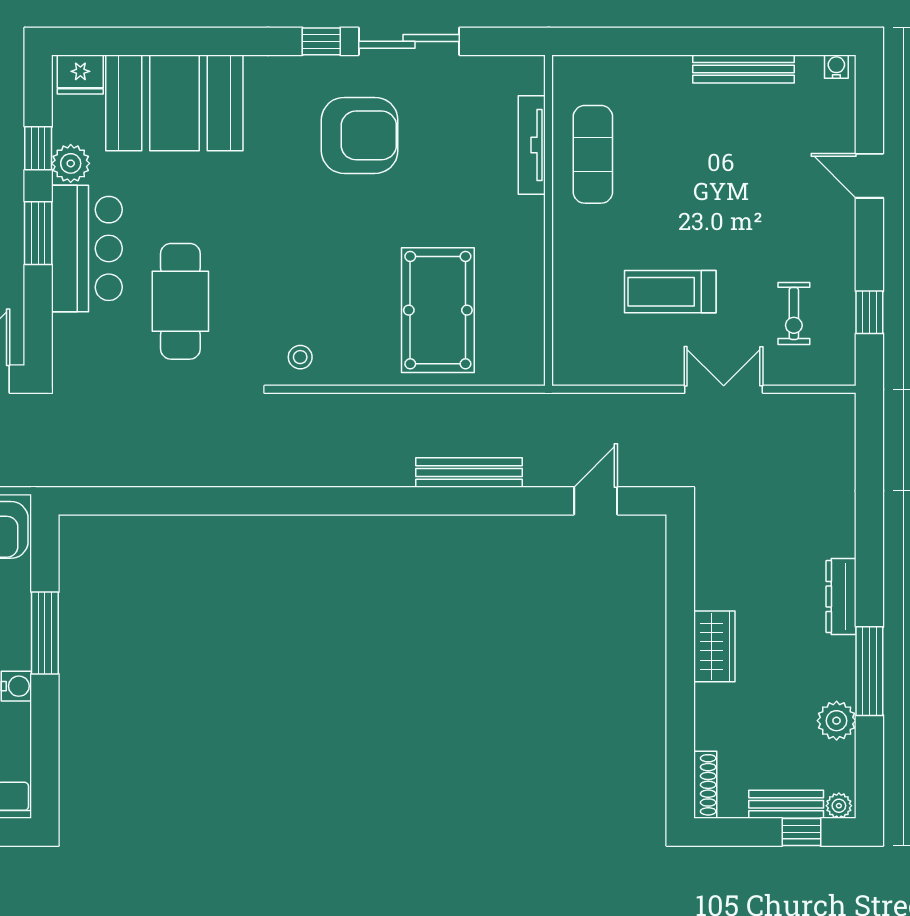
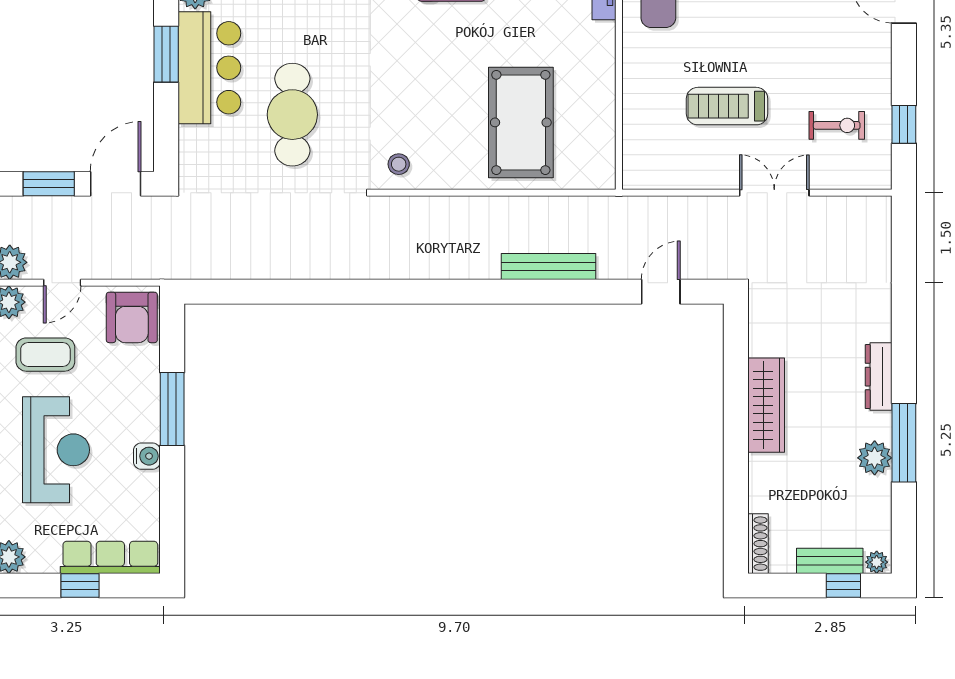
exercise bike: (794, 313) -> (837, 125), turned -90
wardrobe: (714, 646) -> (766, 405), width x1.50
plant: (837, 721) -> (875, 458), moved

